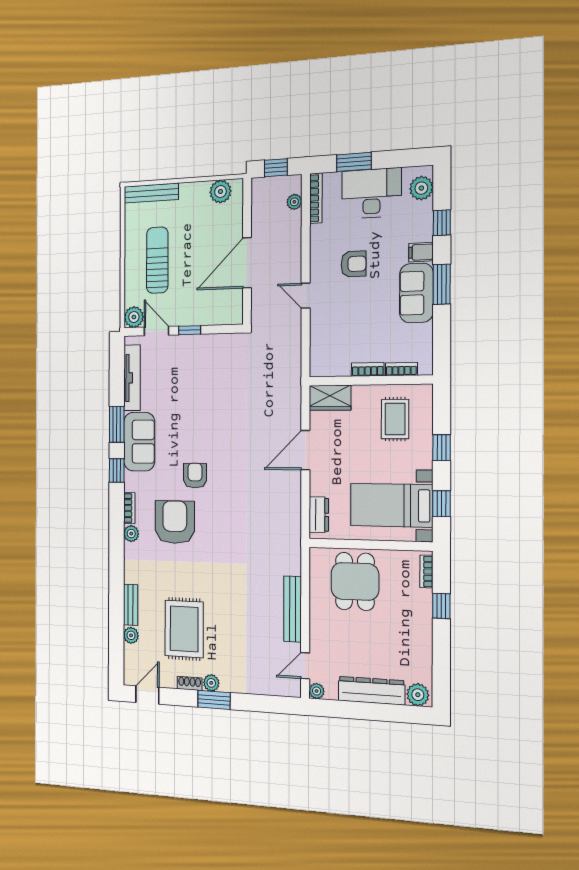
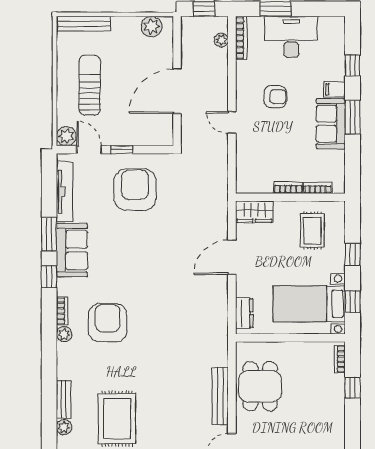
plant: (421, 188) -> (335, 35), removed
armchair: (195, 476) -> (135, 190), moved, width x1.88, depth x1.88
dining table: (355, 581) -> (260, 386), moved

